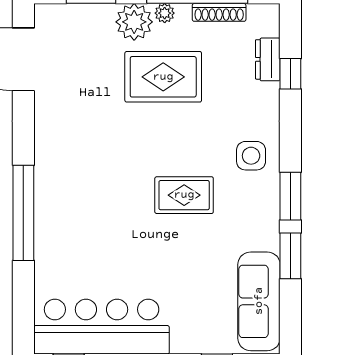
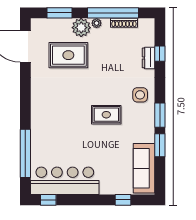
dresser: (268, 59) -> (148, 58), moved
rug: (163, 77) -> (68, 55), moved
window: (23, 213) -> (25, 153), moved

